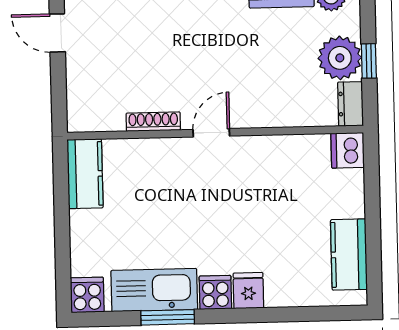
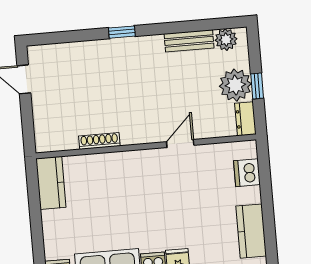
door: (211, 133) -> (180, 143), moved
dishwasher: (348, 150) -> (247, 173), moved

